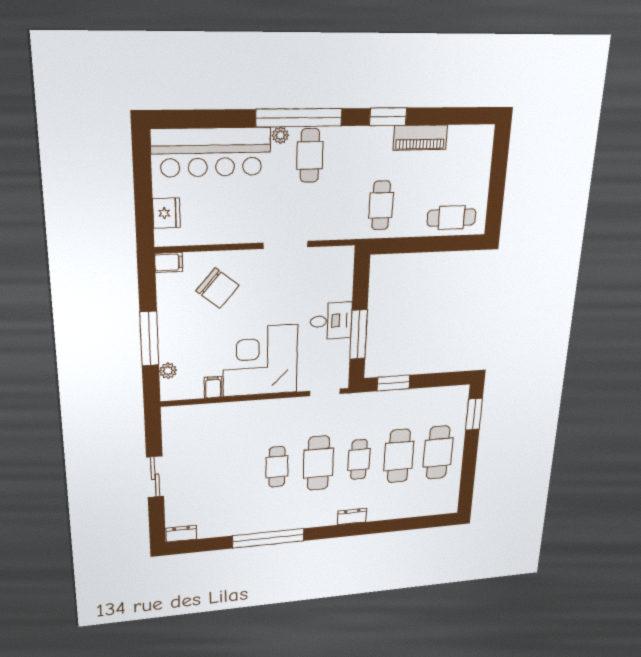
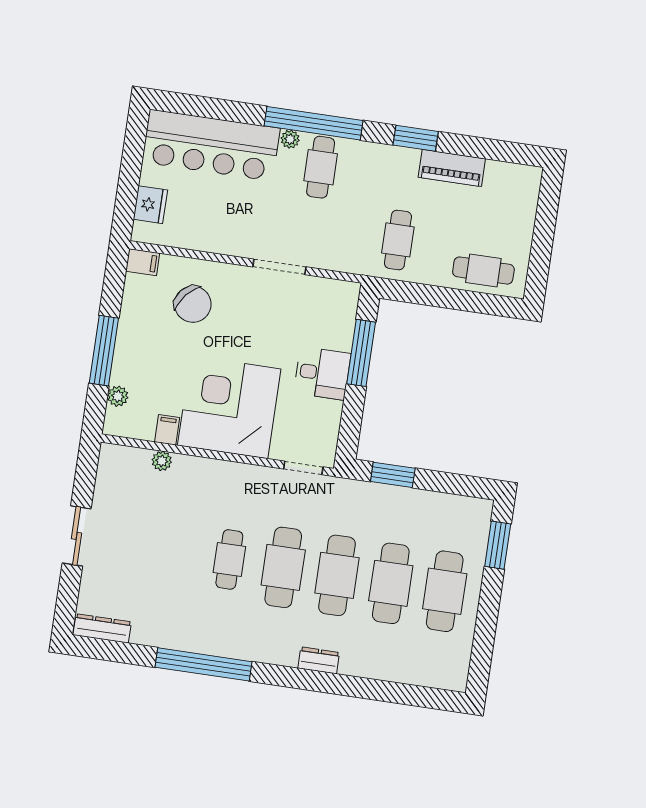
window: (359, 335) -> (361, 353), moved
plant: (213, 411) -> (162, 461), added
cafe table: (359, 460) -> (337, 575), width x1.37, depth x1.35
dresser: (181, 534) -> (102, 628), width x1.44

